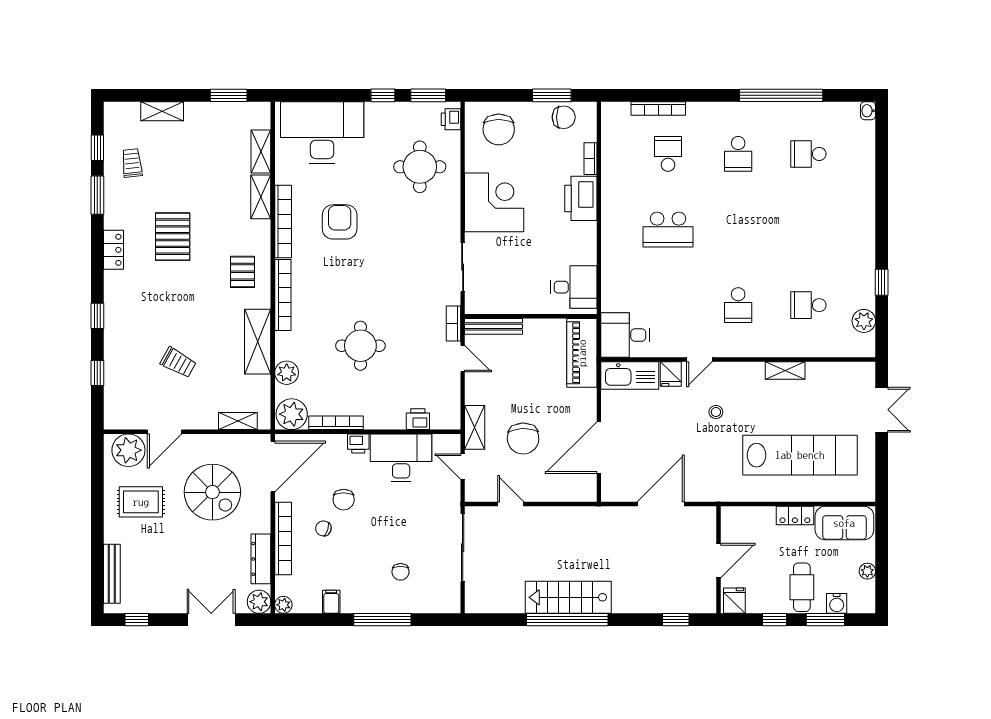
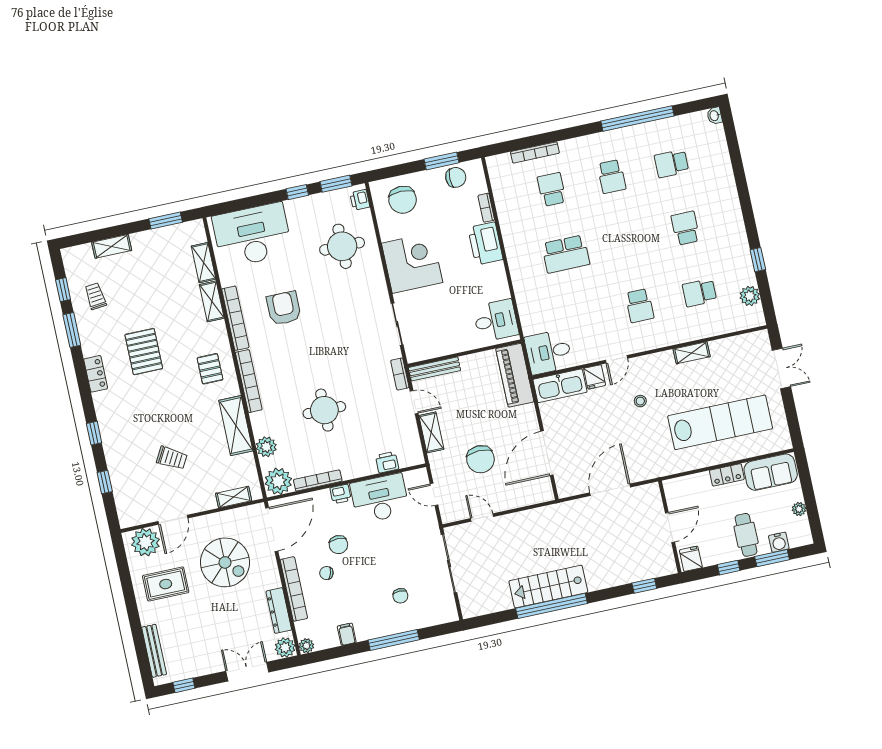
school desk: (808, 230) -> (686, 228), added
shelving: (475, 427) -> (431, 432), moved

